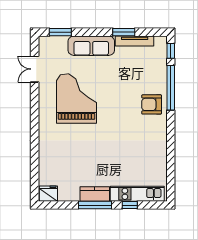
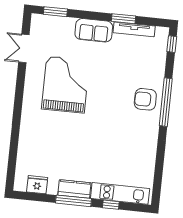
sofa: (91, 46) -> (94, 30), width x0.73
window: (171, 88) -> (166, 102), moved
fridge: (48, 194) -> (37, 185), moved

